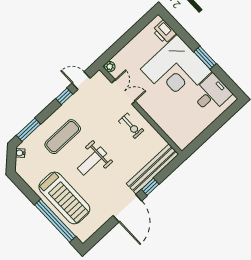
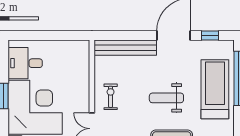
weight bench: (92, 161) -> (166, 98), turned 180
window: (150, 187) -> (210, 36), moved

